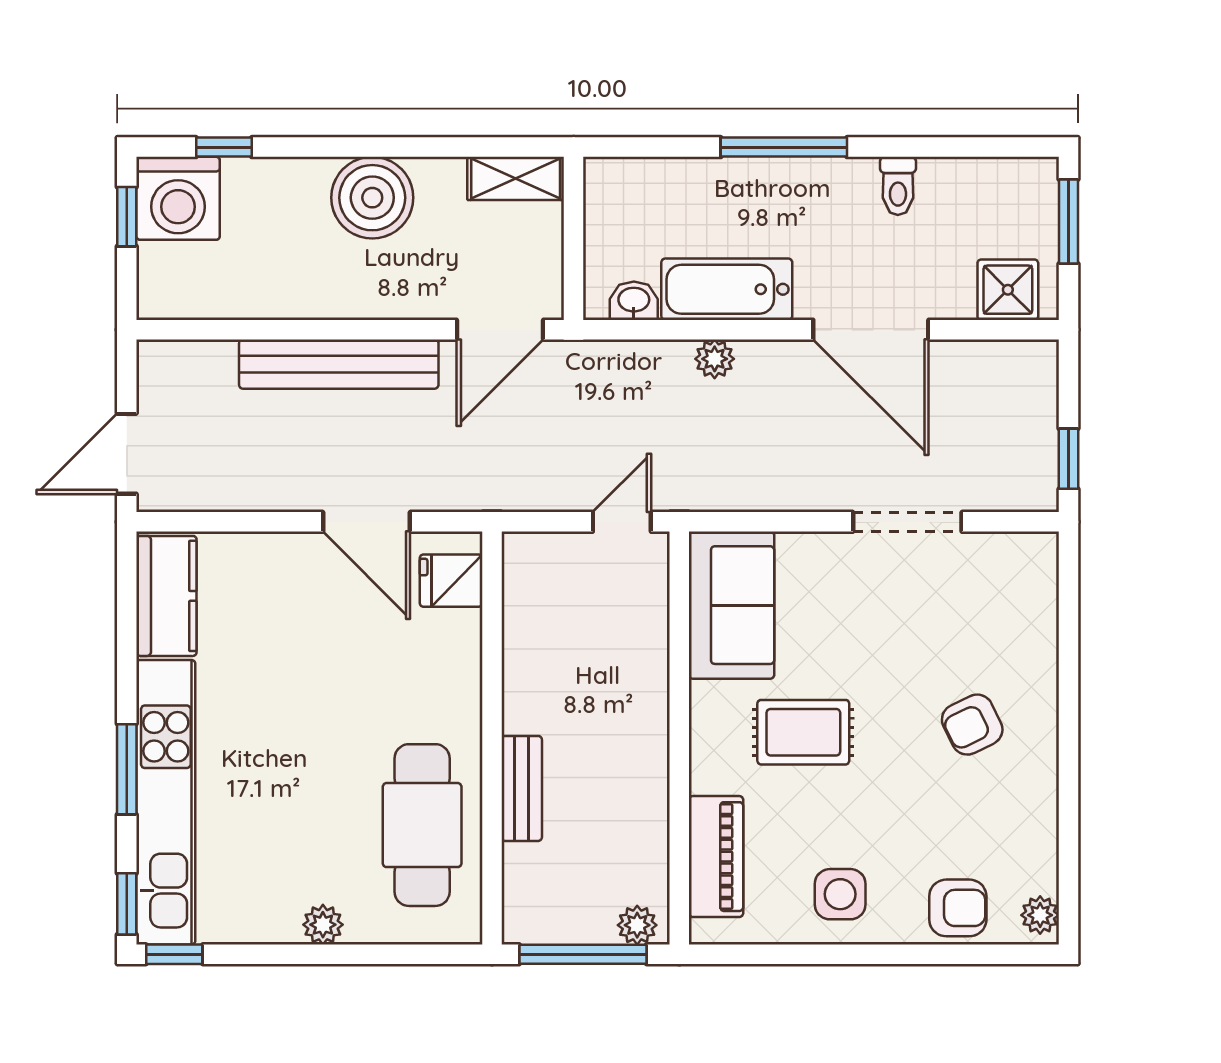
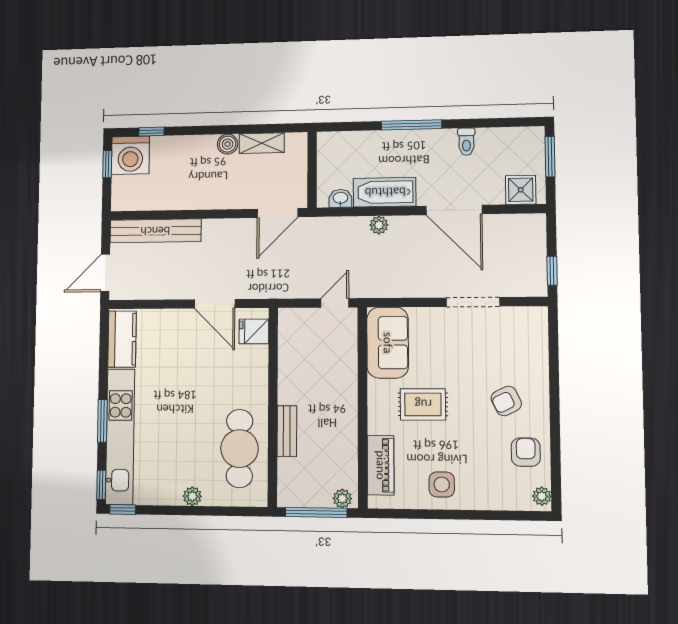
shelving: (516, 178) -> (262, 143), moved
boiler: (372, 198) -> (228, 144), width x0.54, depth x0.54
bench: (339, 364) -> (155, 231), moved
armchair: (958, 908) -> (526, 452), moved, turned -90

